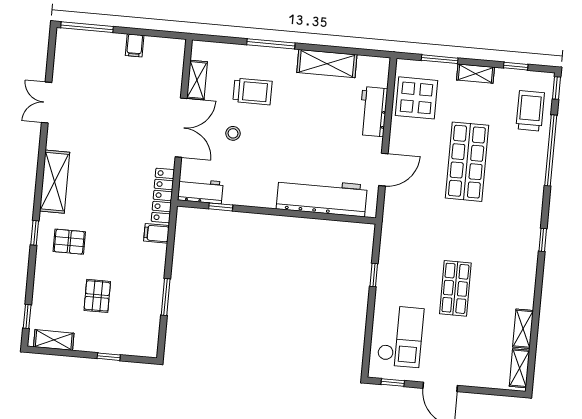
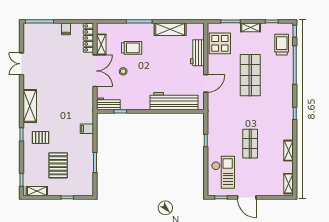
locker: (163, 195) -> (88, 38), moved
pallet: (97, 296) -> (58, 165), width x1.50, depth x1.42
shelving: (523, 329) -> (288, 151), moved

